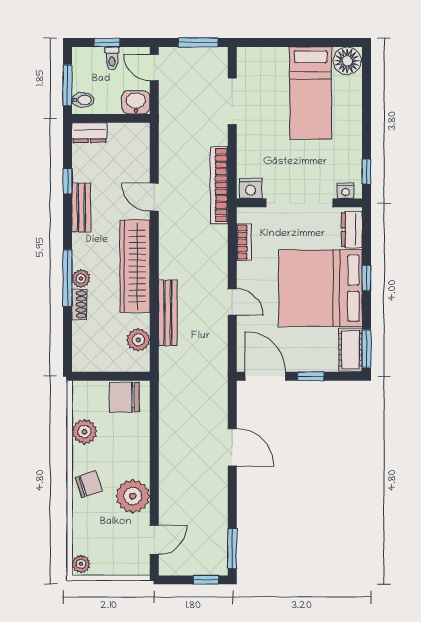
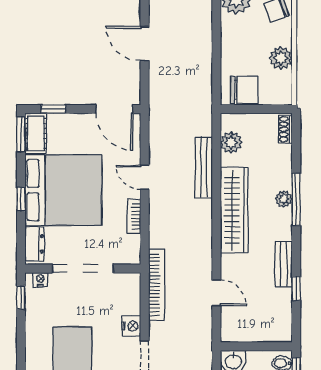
dresser: (89, 133) -> (276, 333), removed
nightstand: (251, 188) -> (131, 326), moved, turned 90
door: (154, 197) -> (216, 293), moved
bookcase: (244, 242) -> (134, 216), moved
shoe rack: (79, 304) -> (285, 129), moved
window: (311, 376) -> (53, 109), moved

